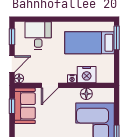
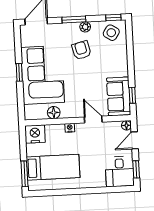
desk: (38, 36) -> (120, 172), moved
nightstand: (87, 75) -> (35, 134), moved
door: (50, 85) -> (93, 120), hinge flipped

